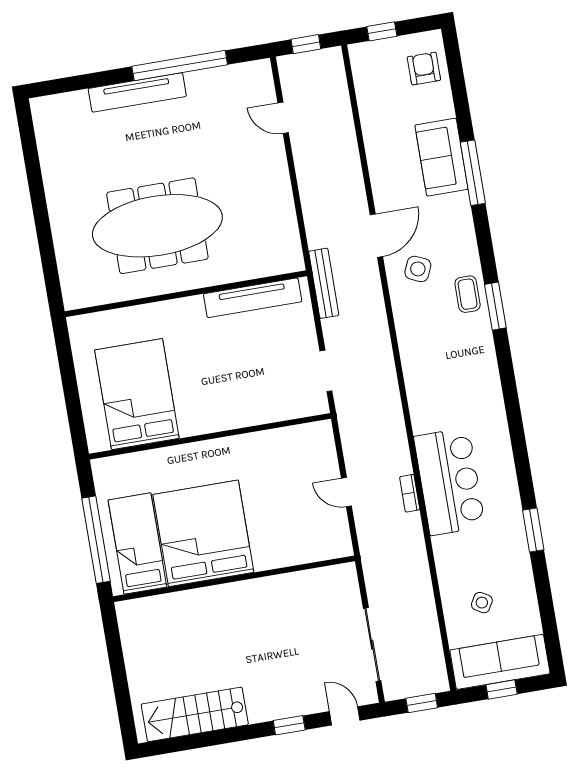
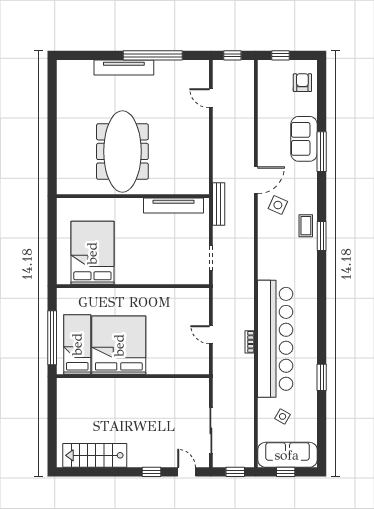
meeting table: (157, 226) -> (122, 151), turned 90
bar counter: (449, 482) -> (275, 339), width x1.86

